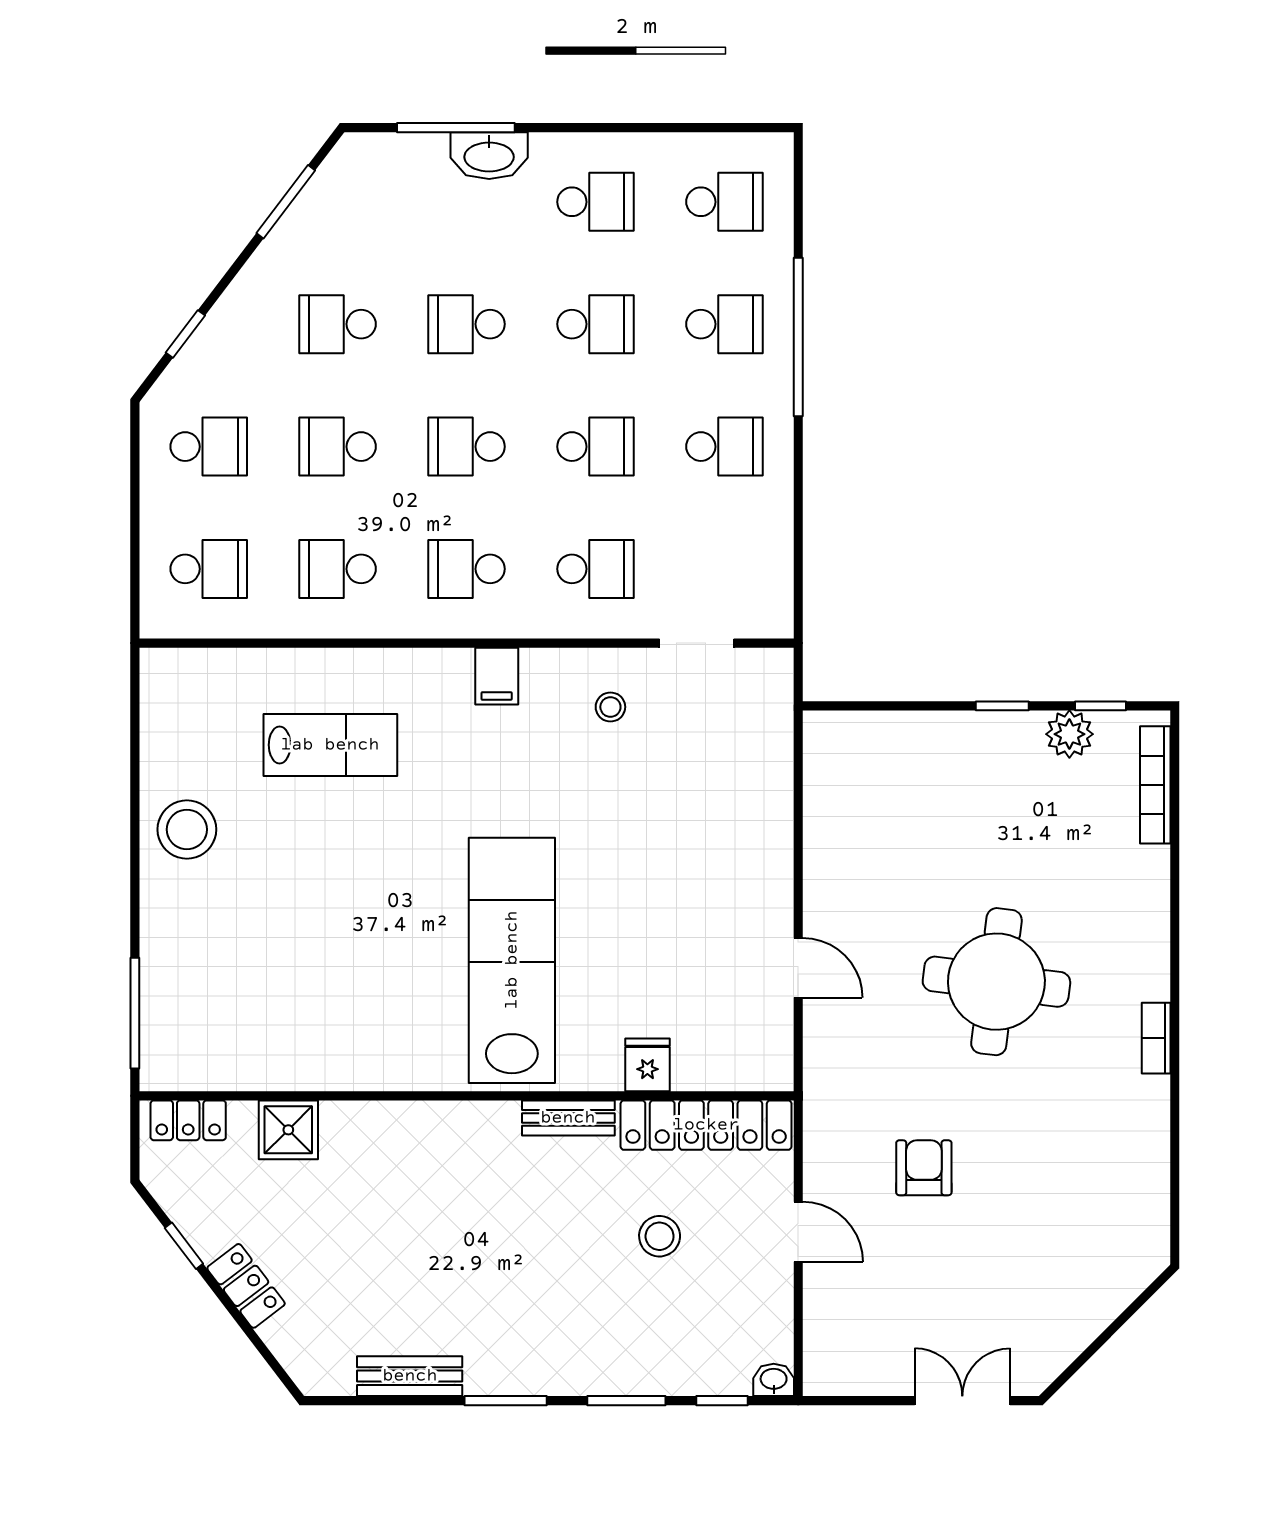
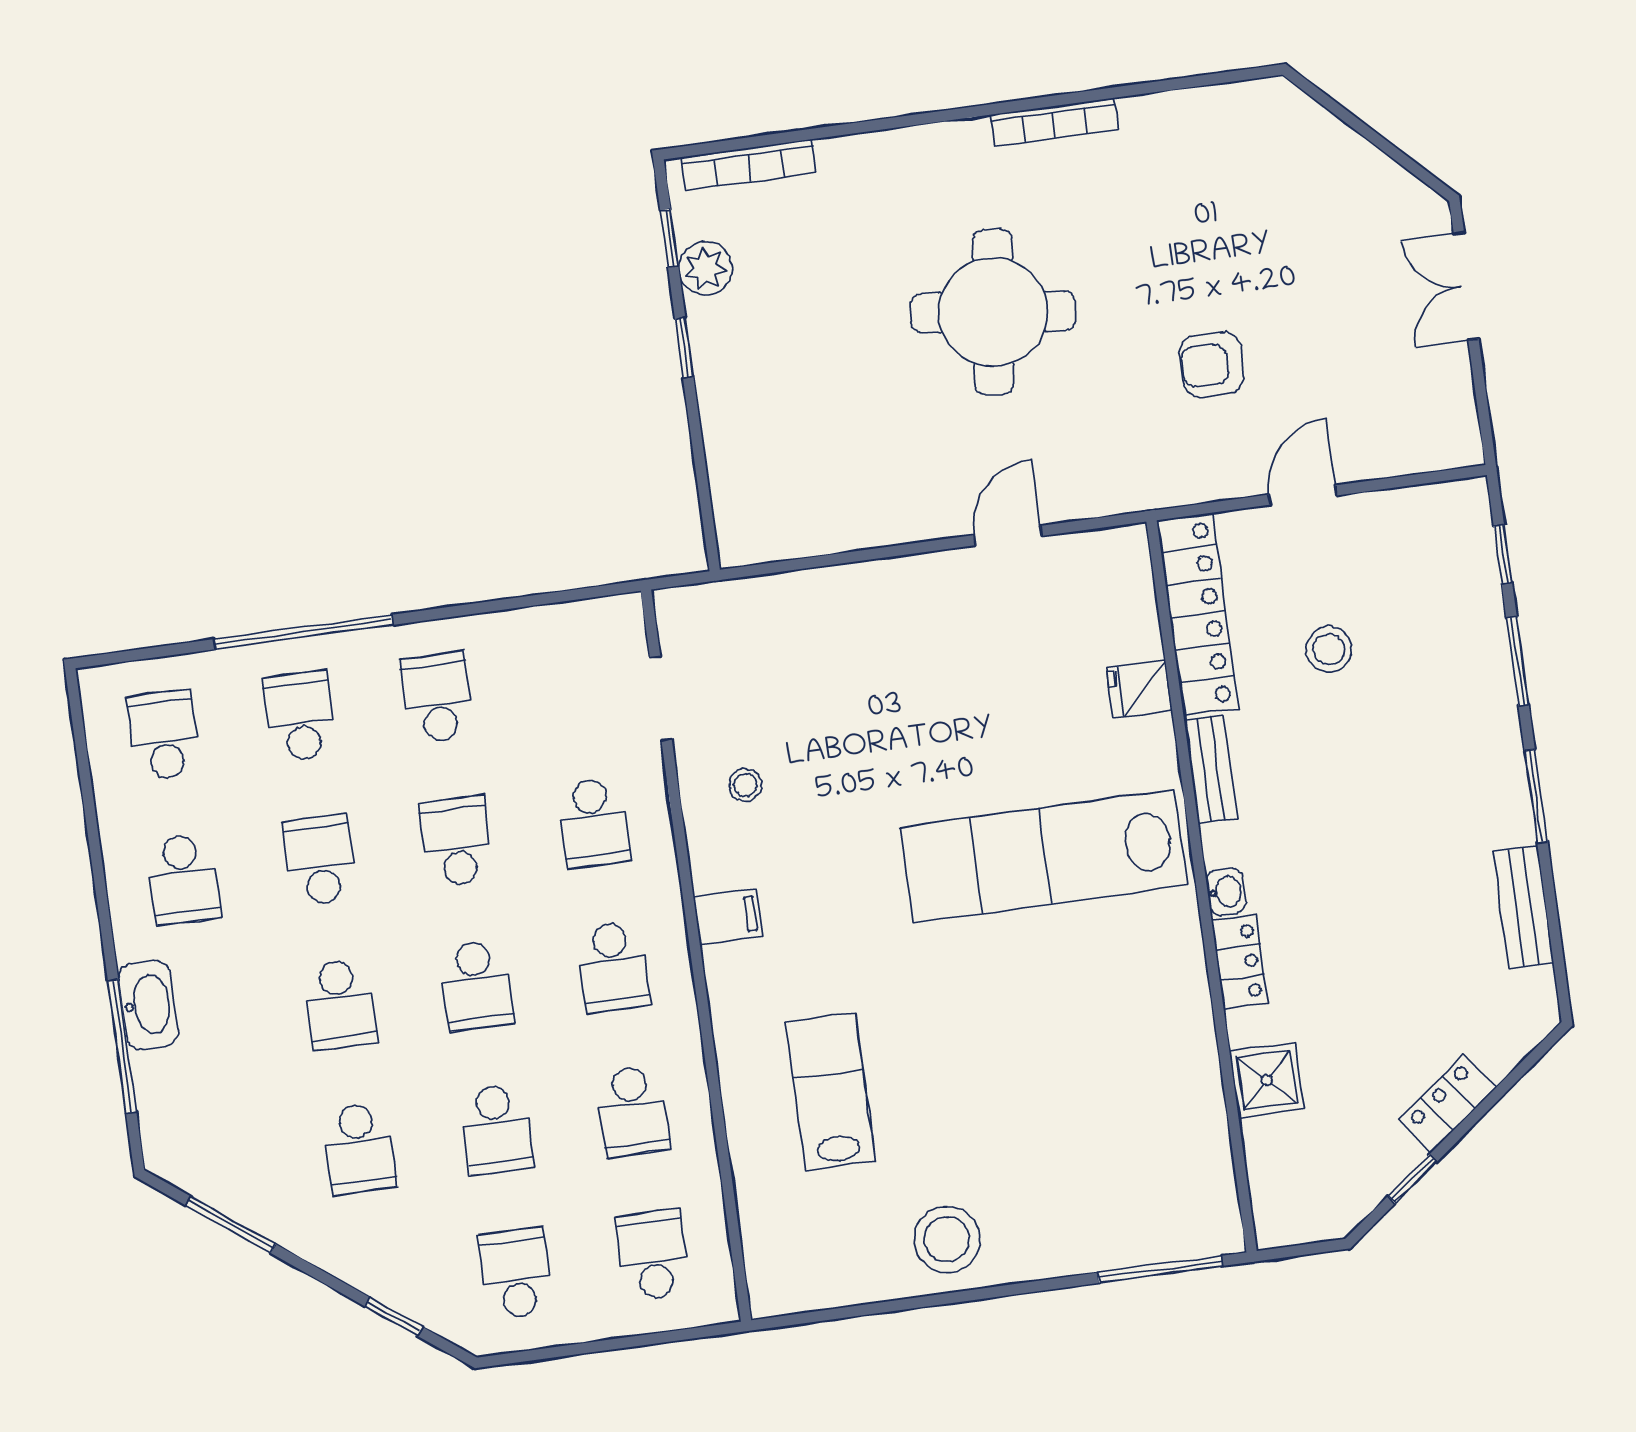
school desk: (595, 202) -> (184, 879), turned 180
school desk: (595, 569) -> (594, 823), turned 180
bookcase: (1156, 1038) -> (1054, 122), width x1.56
locker: (188, 1120) -> (1240, 962), moved
washbasin: (774, 1380) -> (1226, 892), moved, turned 180

